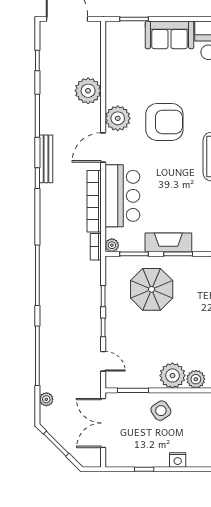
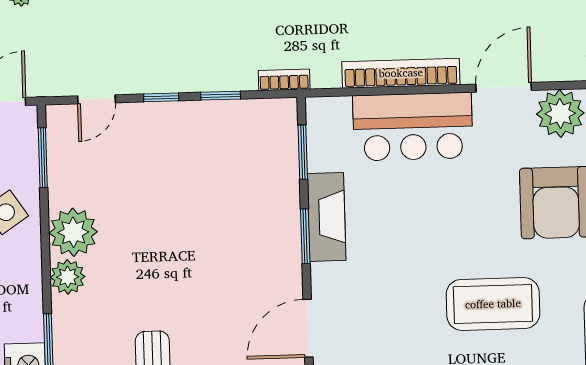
door: (103, 148) -> (504, 87), hinge flipped
plant: (112, 245) -> (318, 110), removed
bookcase: (96, 247) -> (284, 80), moved
parasol: (152, 289) -> (236, 188), removed

